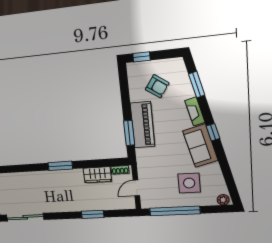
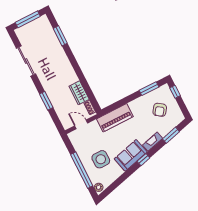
piano: (143, 125) -> (115, 118), moved
window: (129, 133) -> (149, 89), moved
window: (60, 166) -> (60, 36), moved
window: (175, 211) -> (82, 170), moved
sliding door: (25, 217) -> (26, 61), moved

